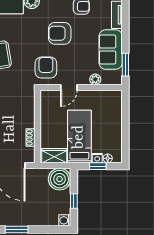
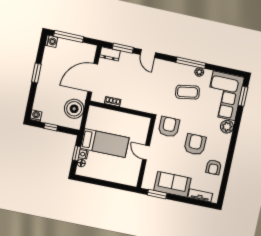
armchair: (46, 68) -> (169, 127), turned -90
plant: (95, 79) -> (150, 166), removed
door: (69, 87) -> (146, 153), moved
wardrobe: (54, 156) -> (93, 118), removed
boiler: (60, 179) -> (74, 109), moved

